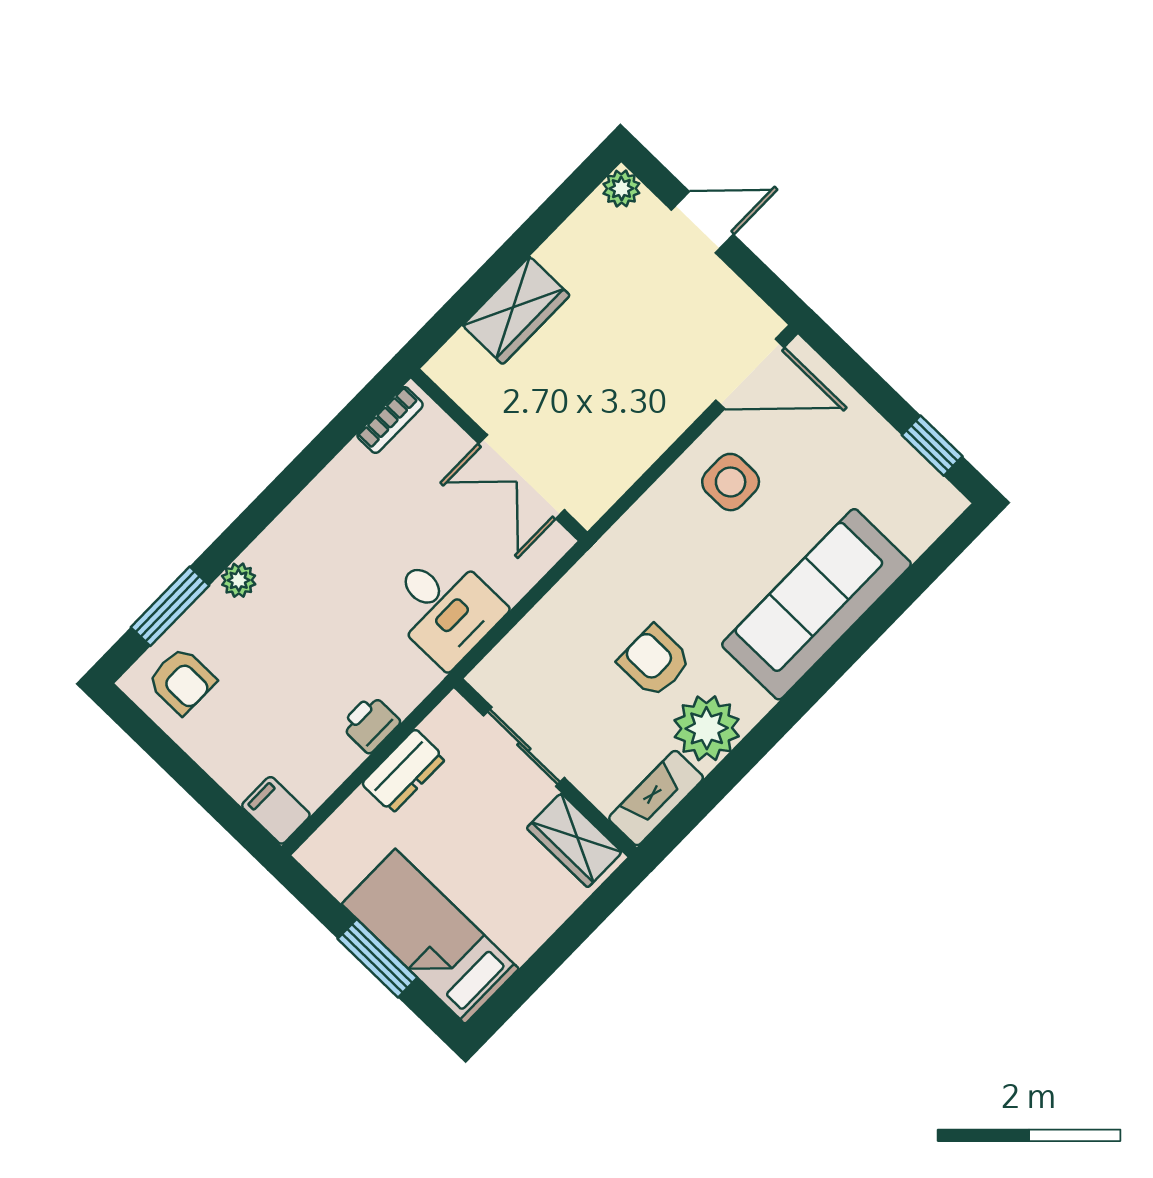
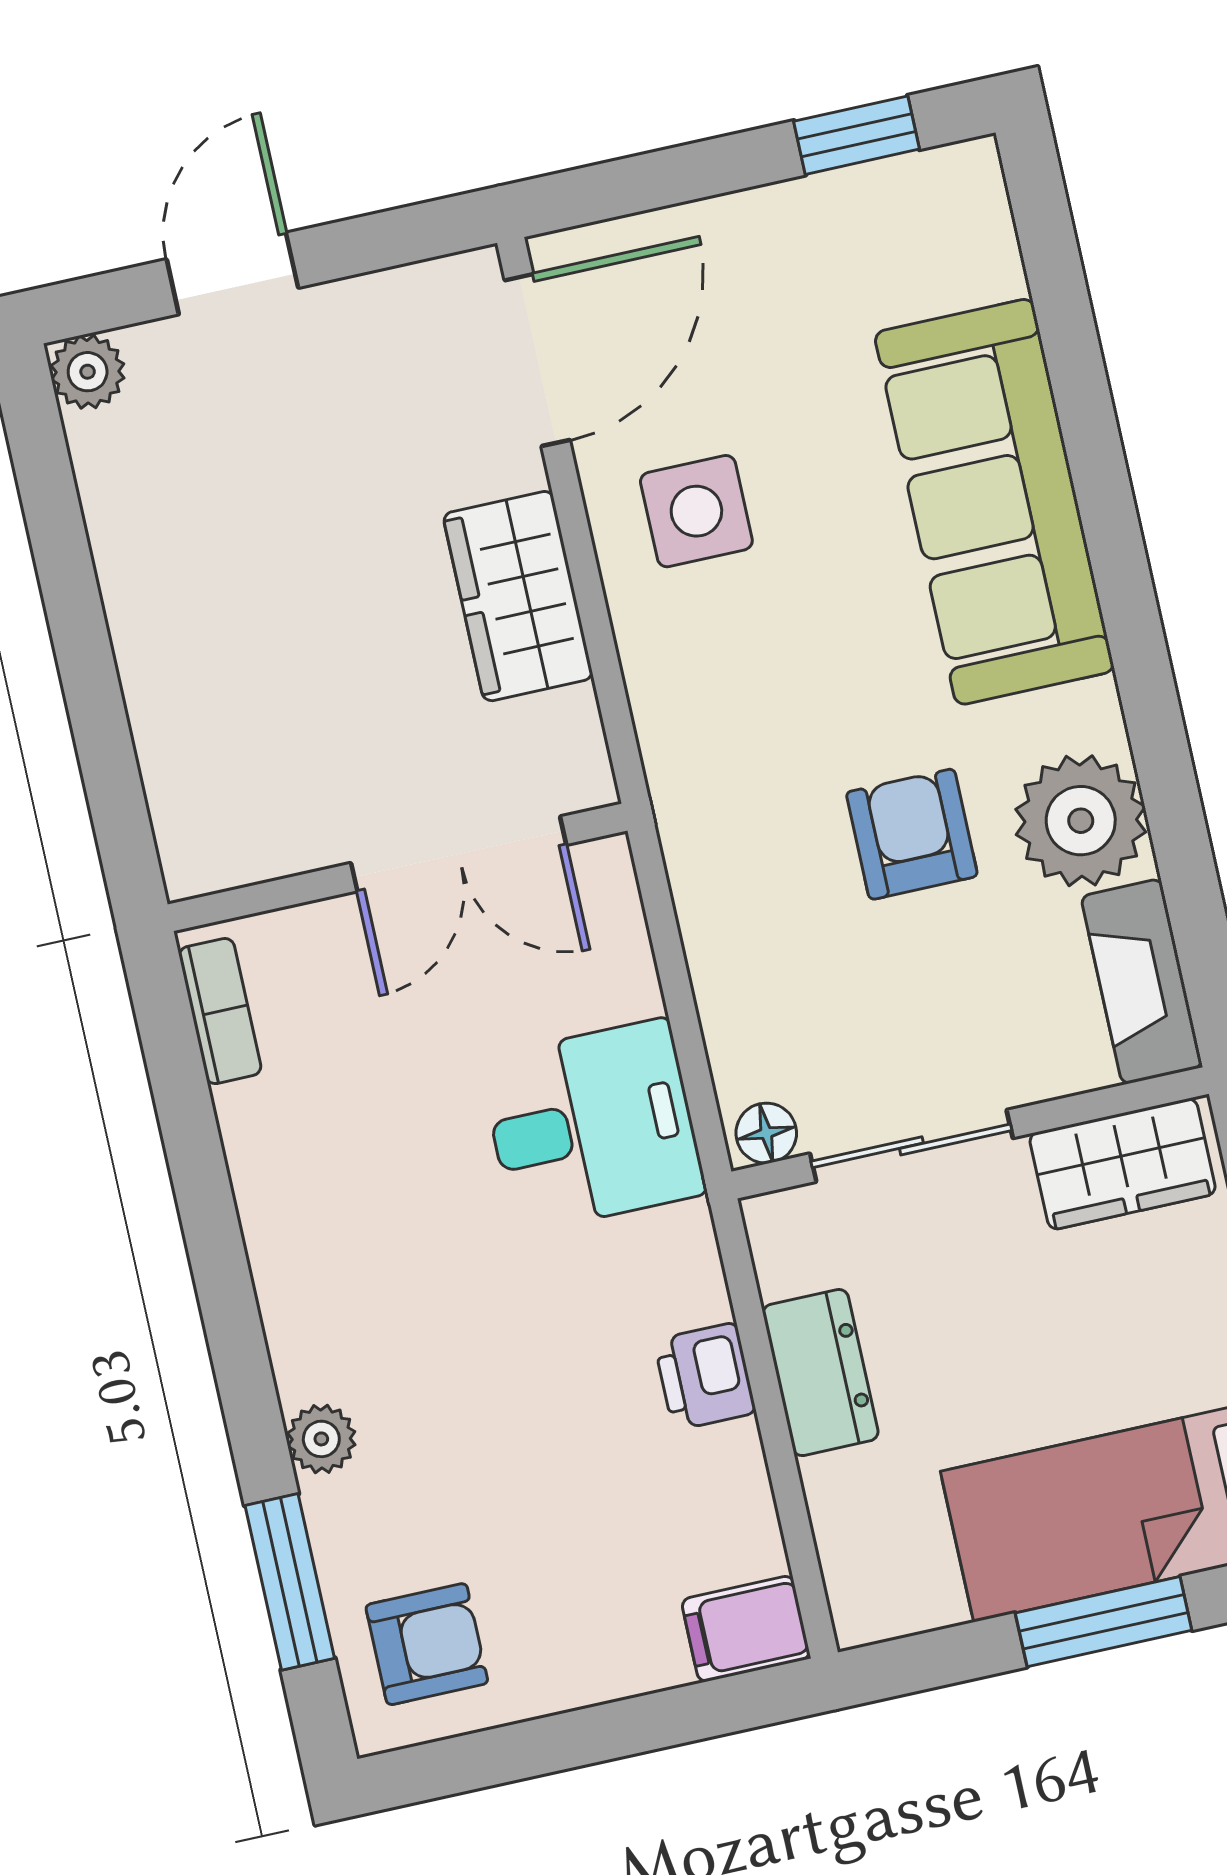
wardrobe: (516, 310) -> (518, 596), moved, turned 180
armchair: (655, 661) -> (912, 834), turned 90
floor lamp: (489, 682) -> (766, 1133), added

